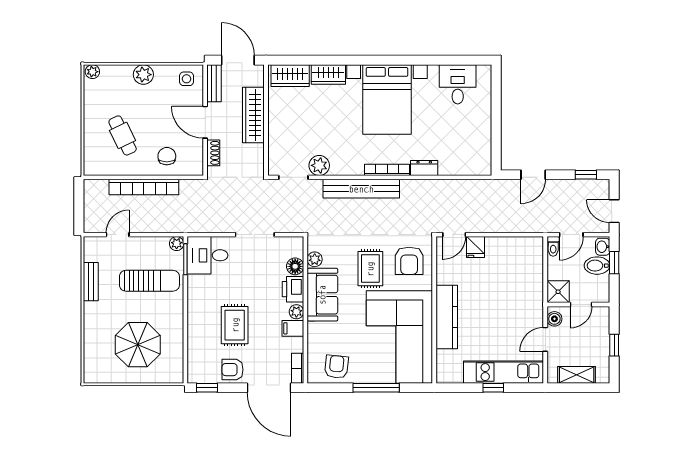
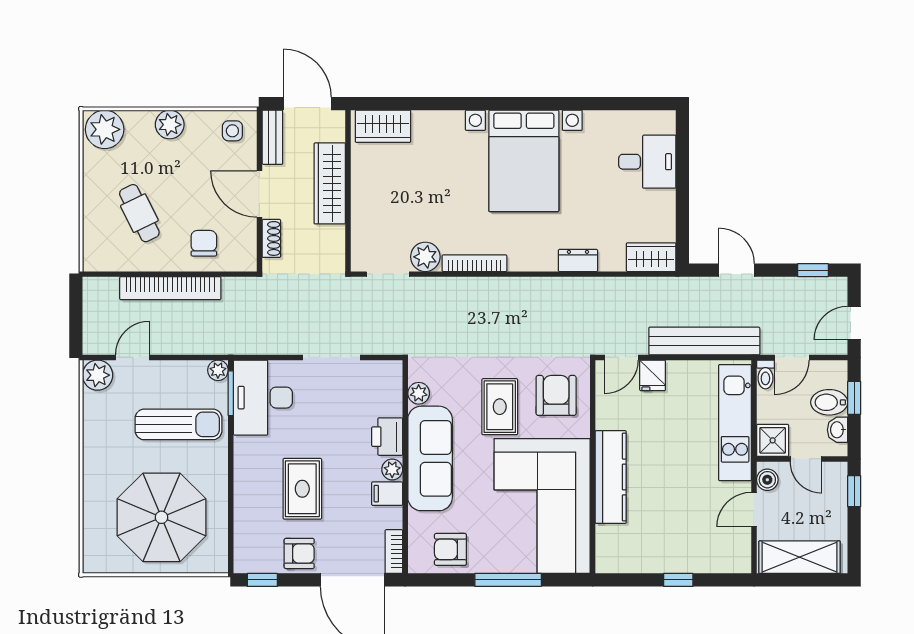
plant: (92, 72) -> (105, 129), width x1.88, depth x1.88
wardrobe: (328, 75) -> (651, 257), moved, turned 180
desk: (458, 84) -> (647, 162), moved, turned 90
bookcase: (387, 170) -> (474, 263), moved
door: (533, 175) -> (736, 270), swing flipped
bench: (361, 189) -> (704, 341), moved
door: (614, 211) -> (854, 323), hinge flipped
plant: (94, 247) -> (98, 375), added
washbasin: (603, 247) -> (838, 430), moved
desk: (208, 255) -> (263, 398), width x1.37
armchair: (409, 261) -> (556, 395), turned 180
floor lamp: (295, 266) -> (390, 403), removed
bench: (91, 282) -> (93, 426), removed
sofa: (322, 295) -> (430, 458), width x1.36
door: (581, 305) -> (806, 459), hinge flipped
parasol: (138, 345) -> (162, 517), width x1.36, depth x1.36
window: (614, 345) -> (854, 491), moved
armchair: (336, 367) -> (450, 549), turned -96
armchair: (232, 370) -> (299, 553), turned 180
kitchen unit: (504, 372) -> (735, 423), moved, turned -90
shelving: (577, 375) -> (800, 557), width x1.50, depth x1.33

